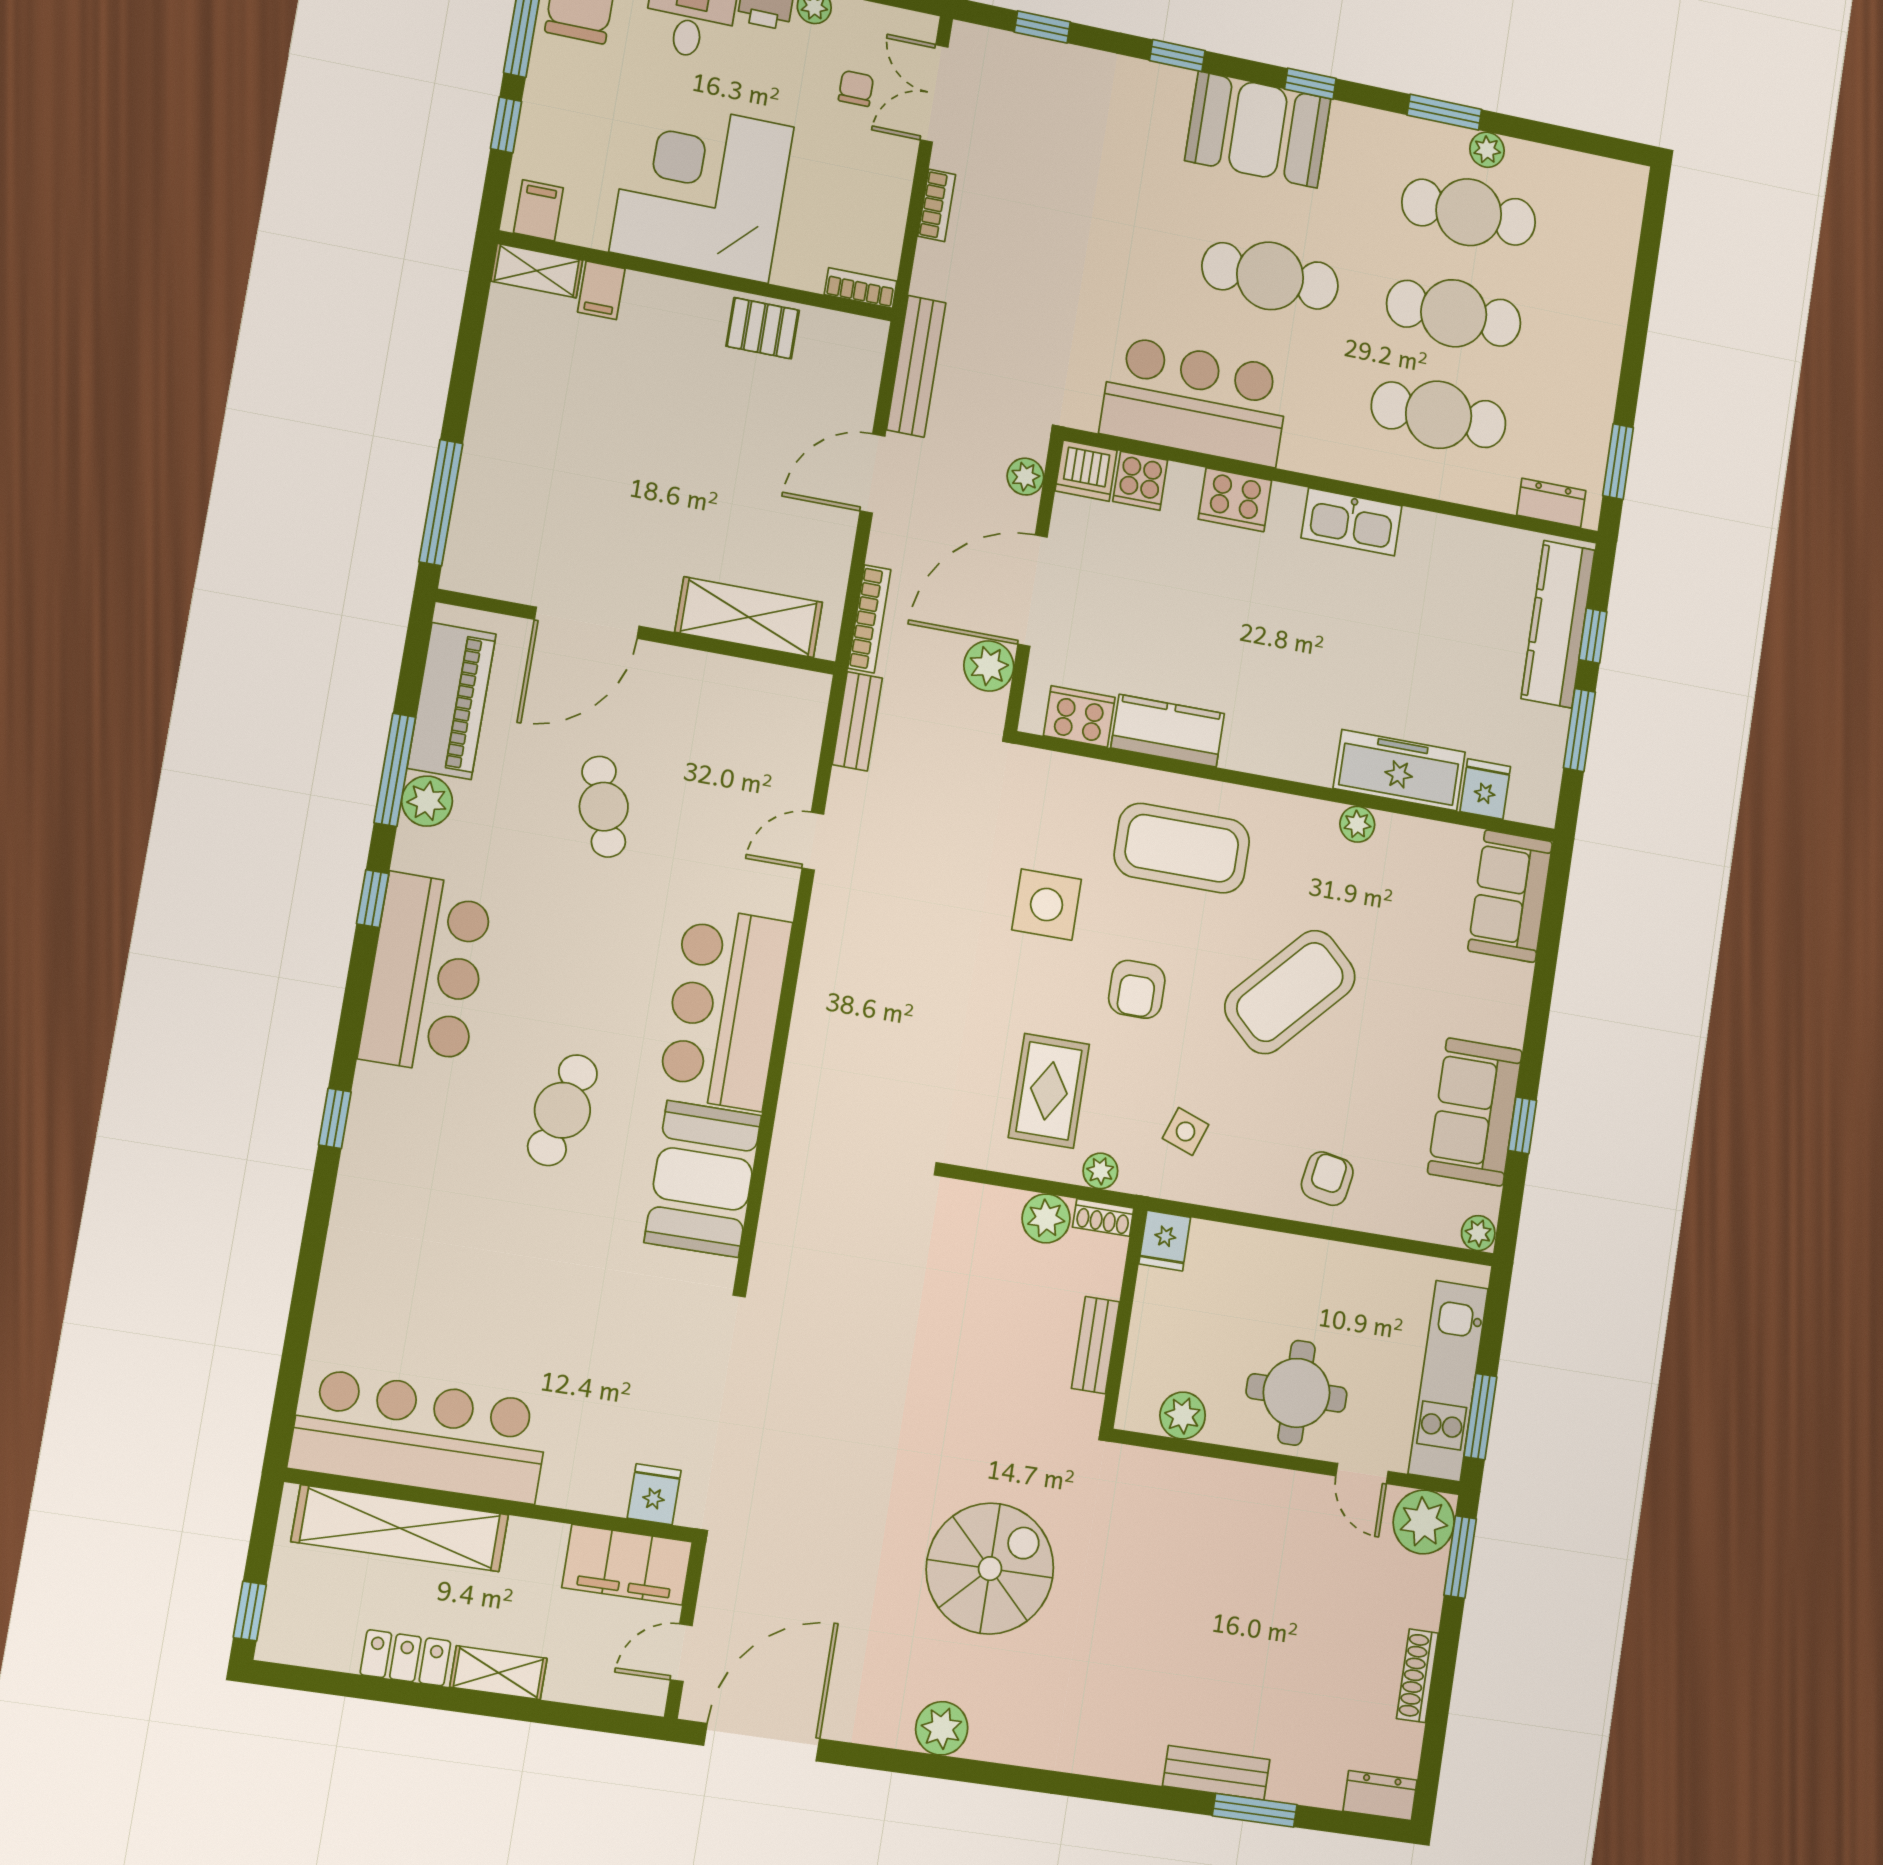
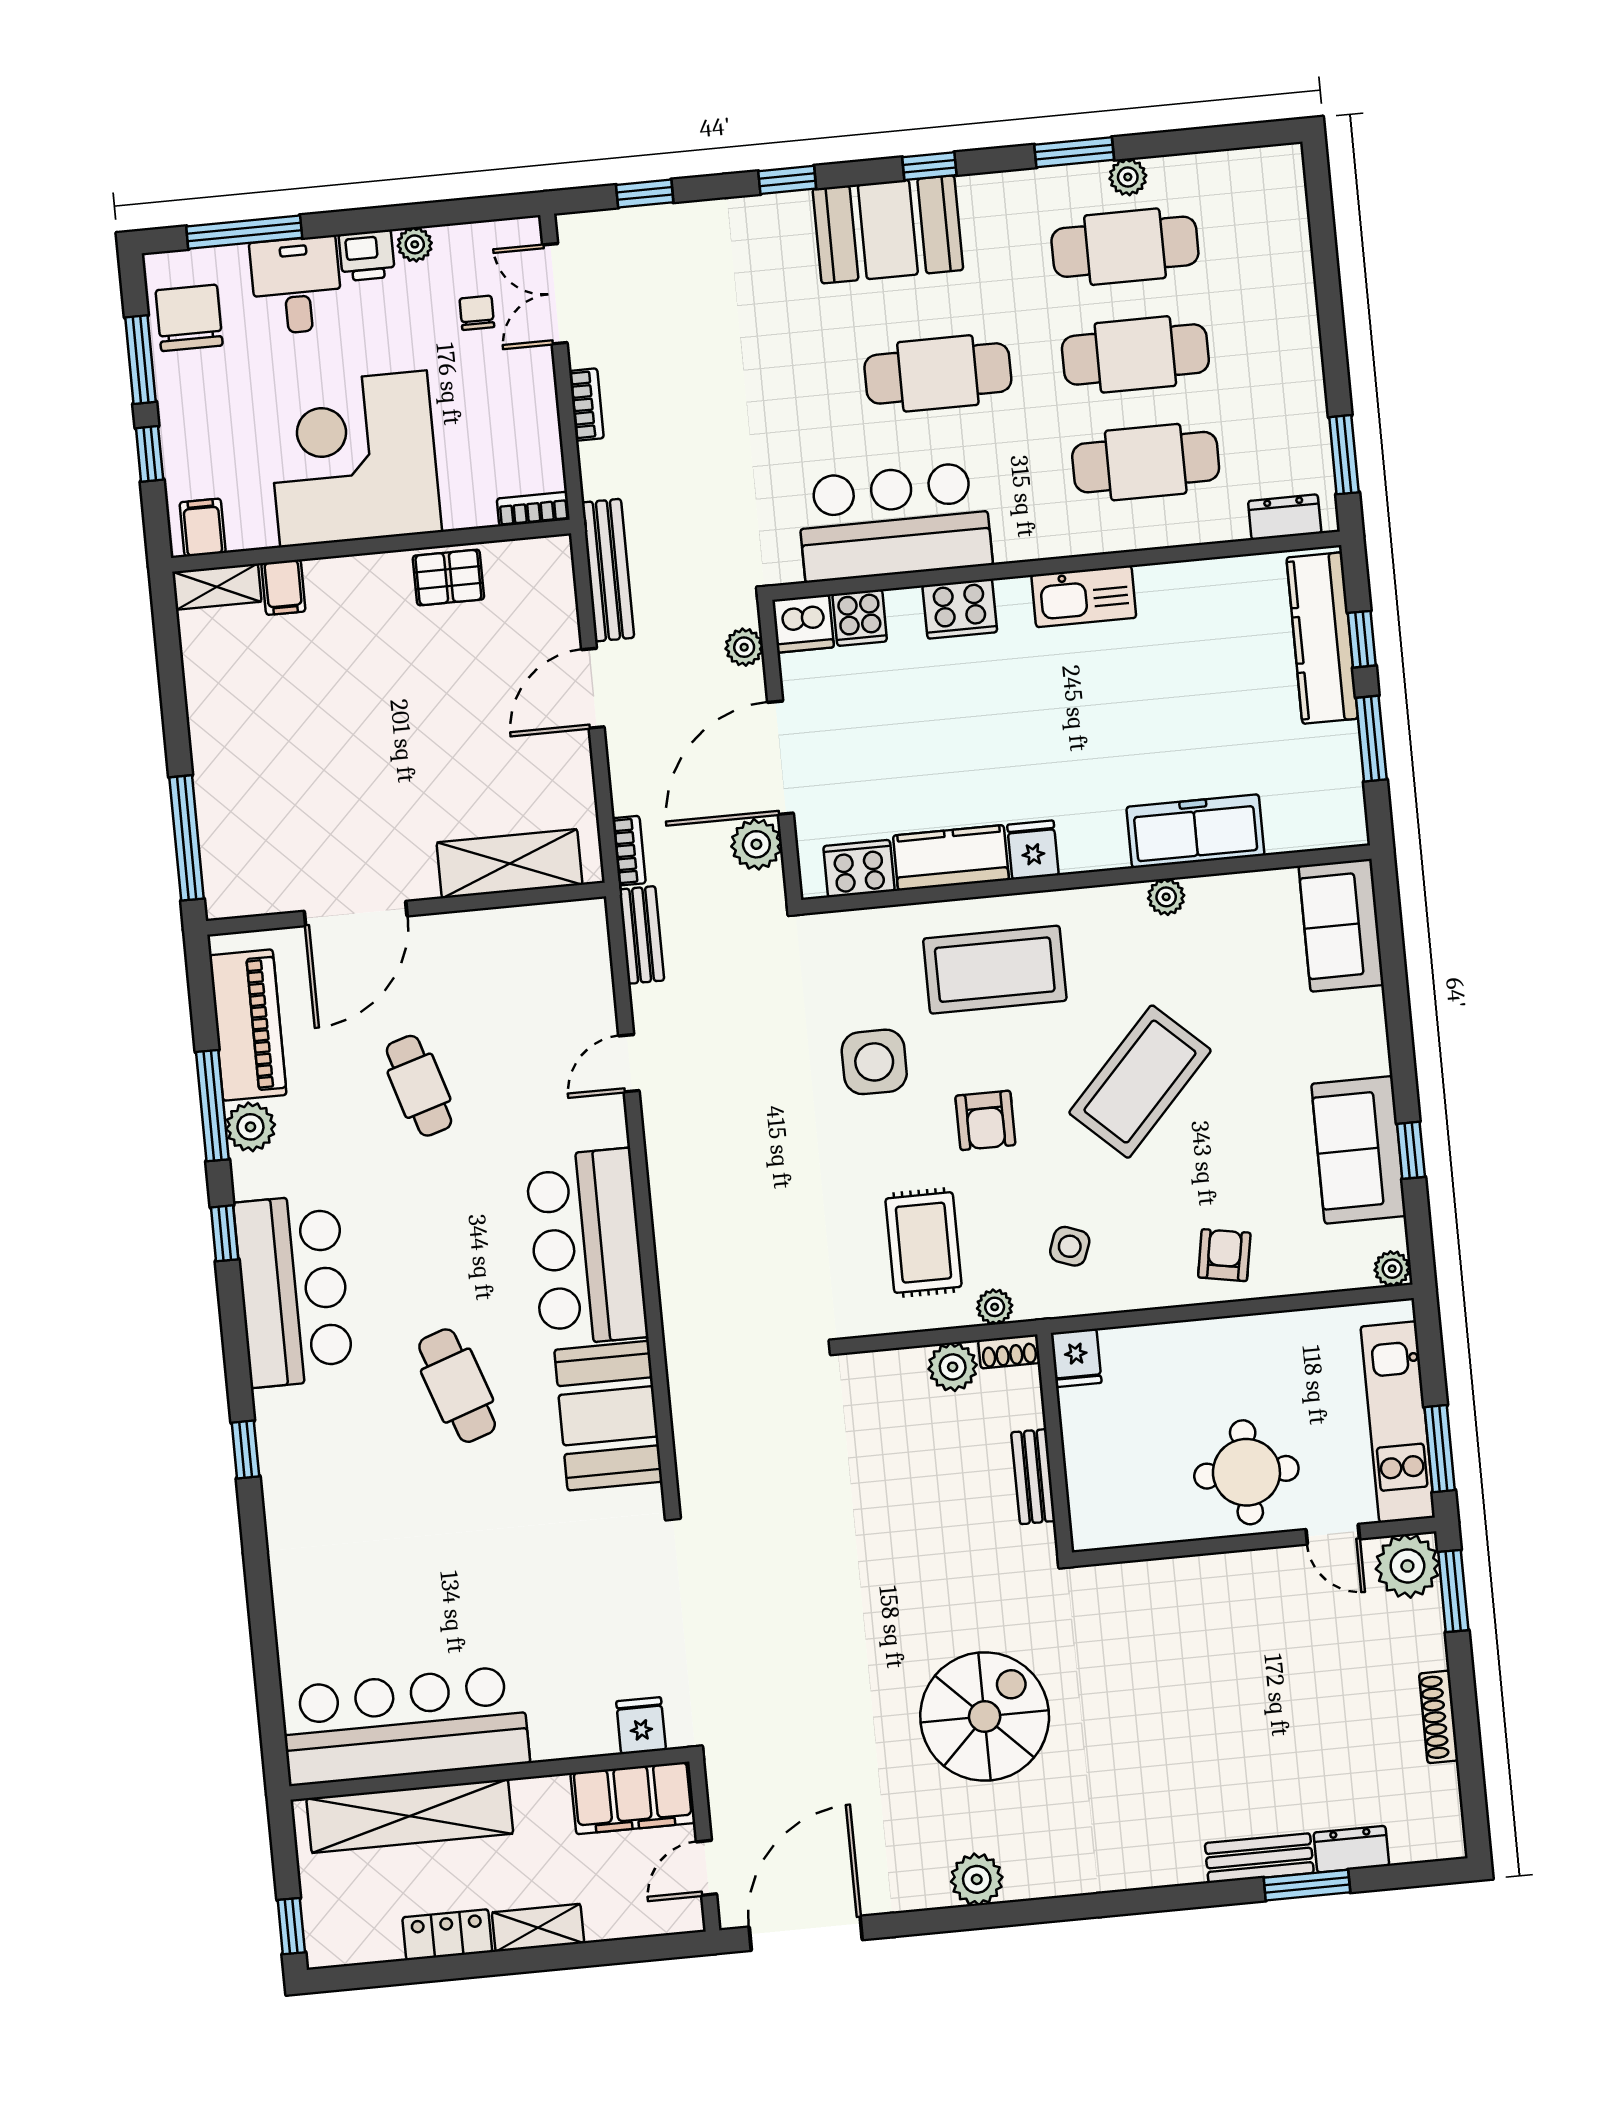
bookcase: (869, 619) -> (629, 851), width x0.64
fridge: (1485, 789) -> (1033, 850), moved
cafe table: (562, 1110) -> (457, 1386), turned -32
plant: (1183, 1416) -> (1138, 1523), removed
dresser: (1380, 1796) -> (1351, 1849), moved

